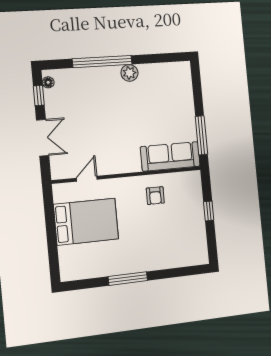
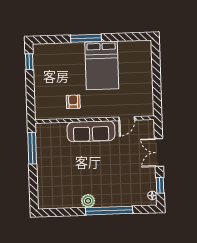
sofa: (170, 156) -> (91, 131), moved
window: (209, 211) -> (29, 62), moved
bed: (86, 222) -> (102, 65), moved, turned -90
window: (128, 279) -> (86, 38), moved

